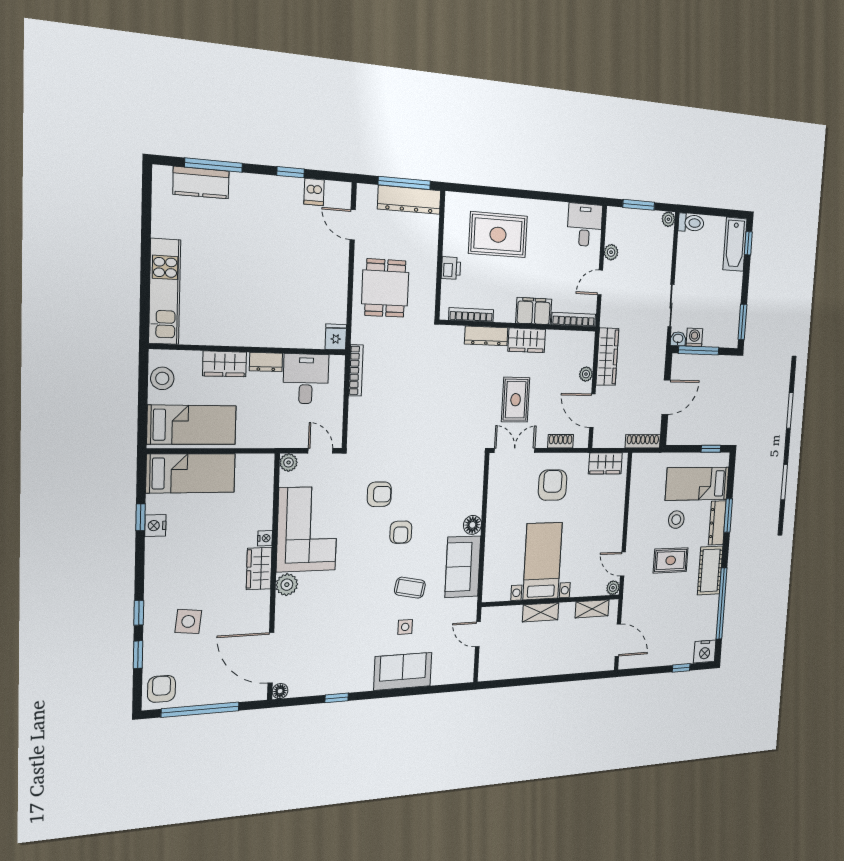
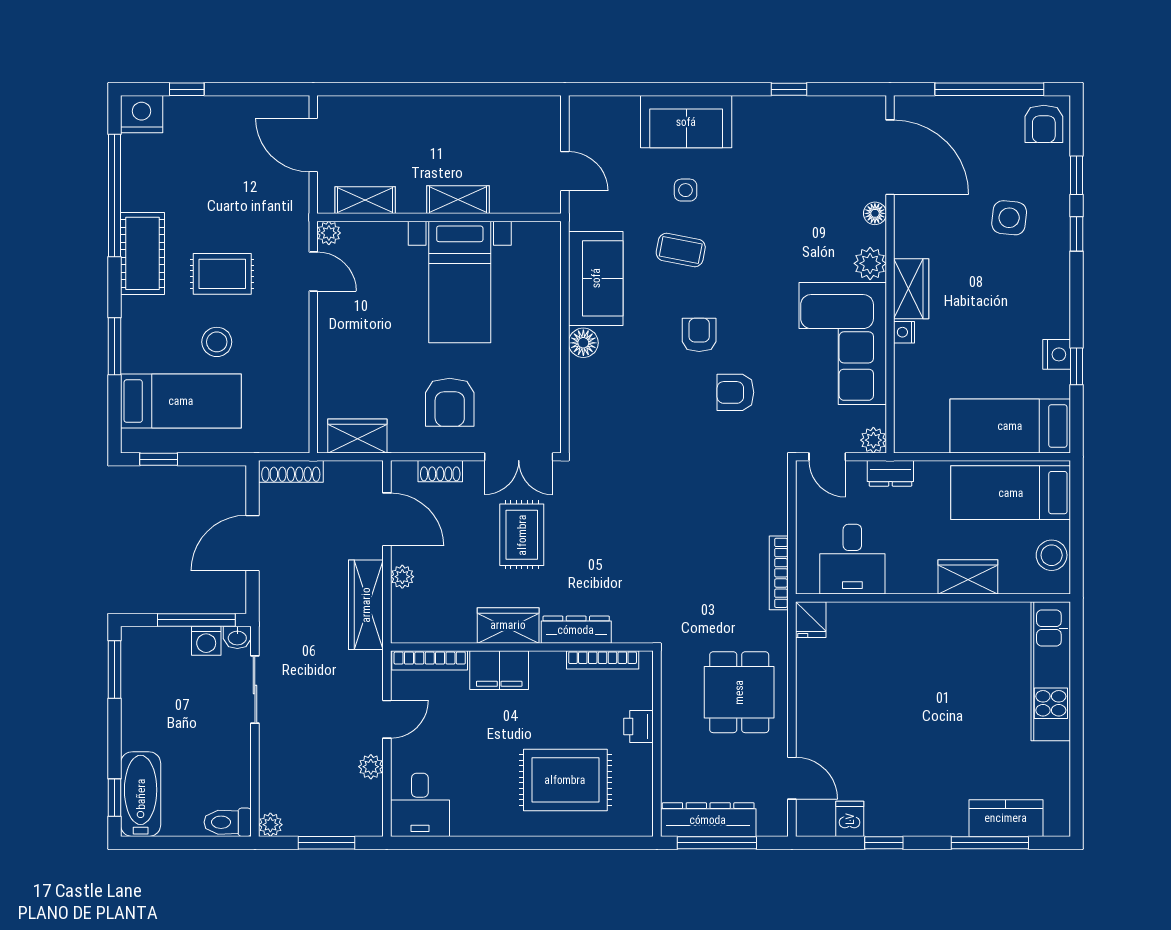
dresser: (266, 362) -> (890, 473), moved, turned 180
dresser: (717, 523) -> (135, 334), removed
floor lamp: (280, 691) -> (875, 213), moved

